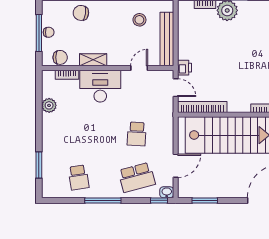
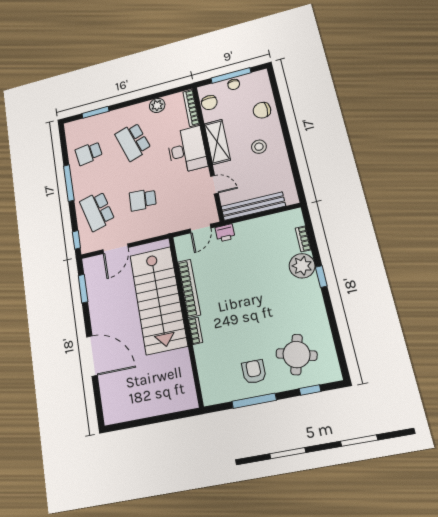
chair: (81, 13) -> (262, 110), turned -98
stool: (139, 20) -> (259, 147), moved
shelving: (93, 60) -> (217, 142), width x1.50, depth x1.33
bookcase: (67, 75) -> (191, 108), width x1.56
bookcase: (202, 107) -> (189, 288), moved
school desk: (79, 134) -> (133, 142), added
door: (176, 166) -> (115, 249), hinge flipped
washbasin: (167, 192) -> (86, 246), removed

